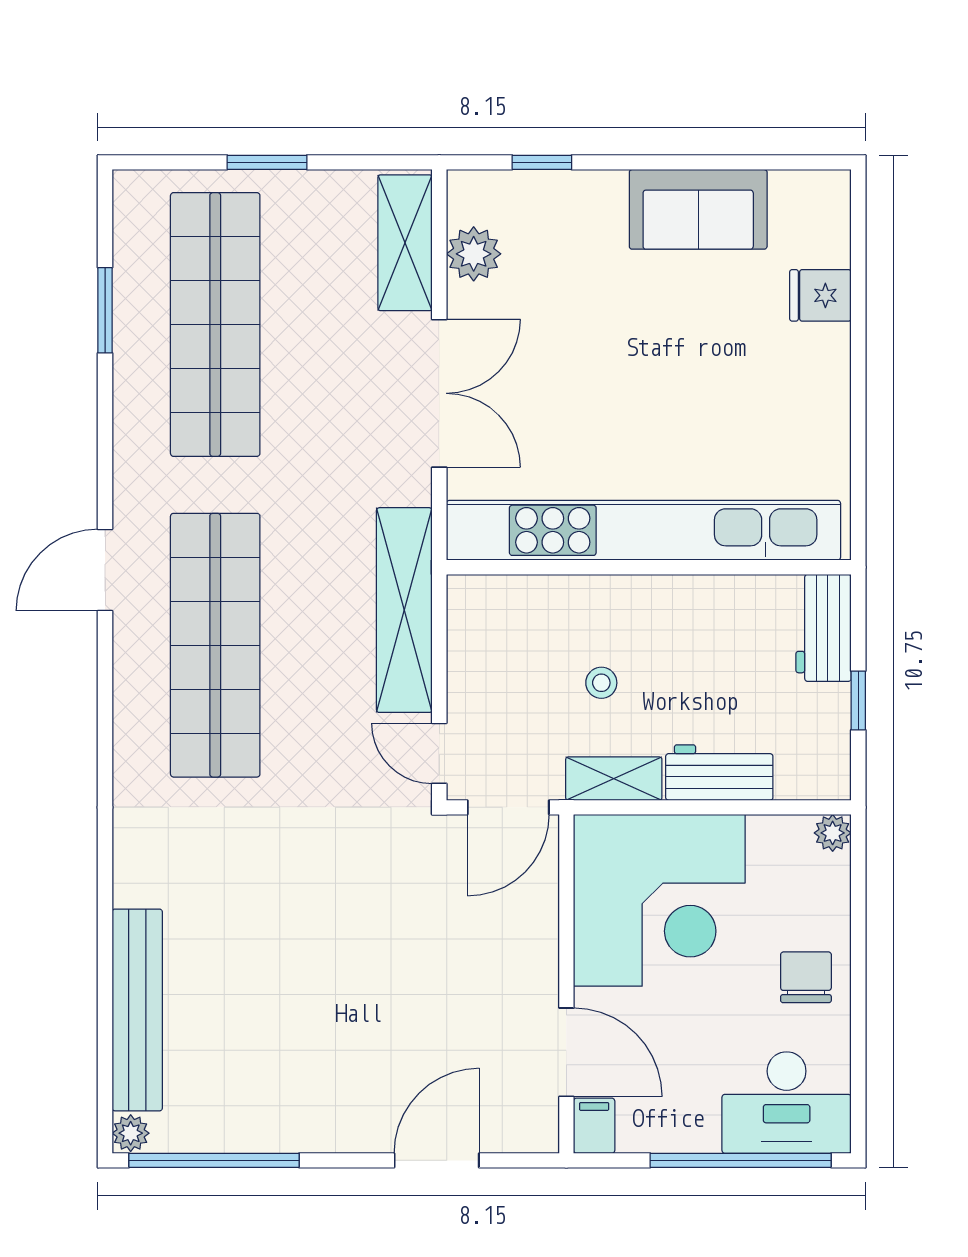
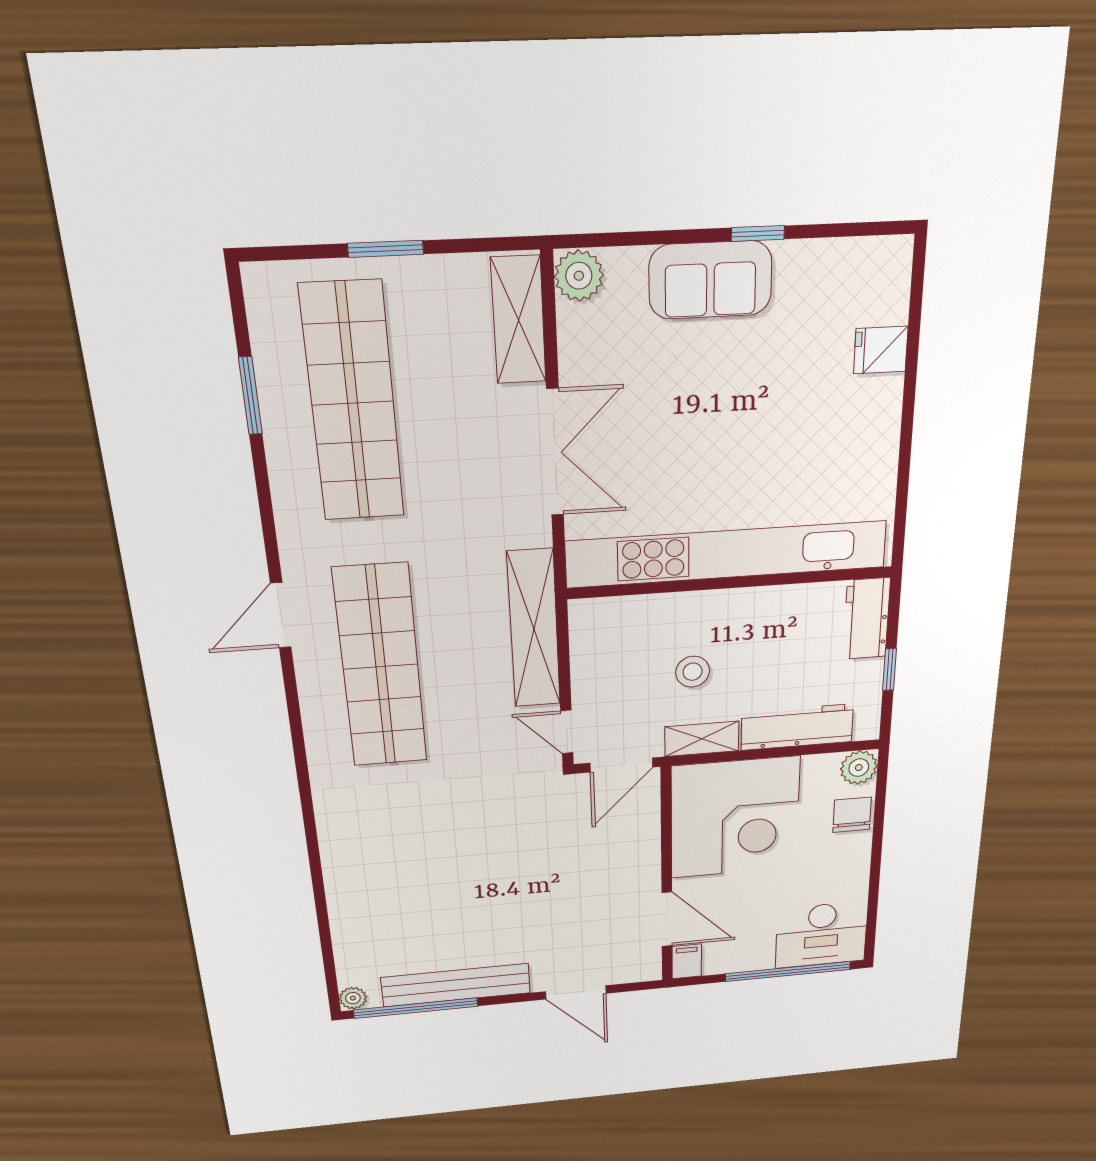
window: (542, 162) -> (758, 233), moved
sofa: (698, 209) -> (710, 280), moved
plant: (474, 254) -> (579, 276), moved
stool: (601, 683) -> (693, 672), width x1.37, depth x1.37
workbench: (719, 773) -> (797, 727), width x1.38
plant: (833, 833) -> (859, 768), width x1.38, depth x1.38
chair: (806, 977) -> (852, 815), moved
bench: (137, 1010) -> (456, 985), moved, turned 90
door: (437, 1160) -> (576, 992), swing flipped

